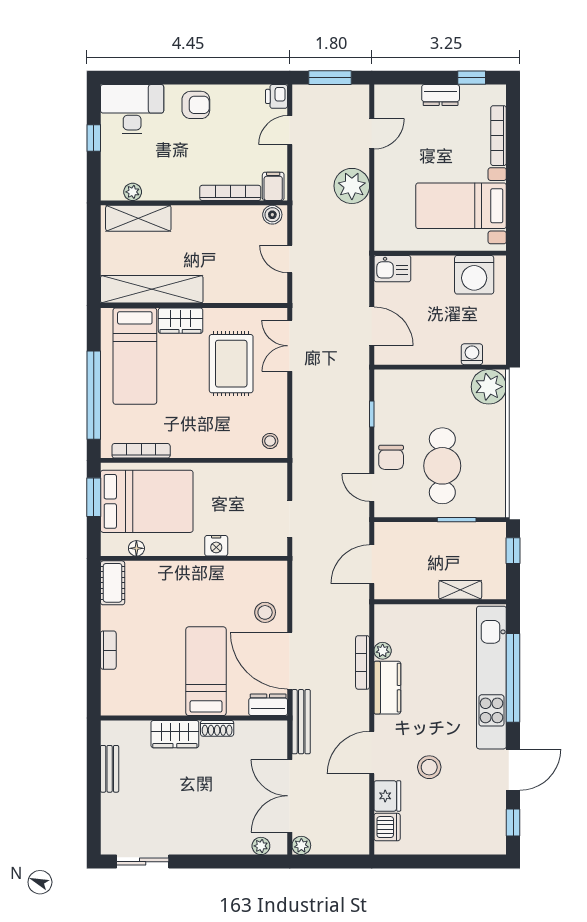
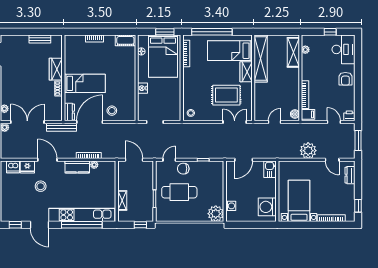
dresser: (441, 95) -> (350, 175), moved

